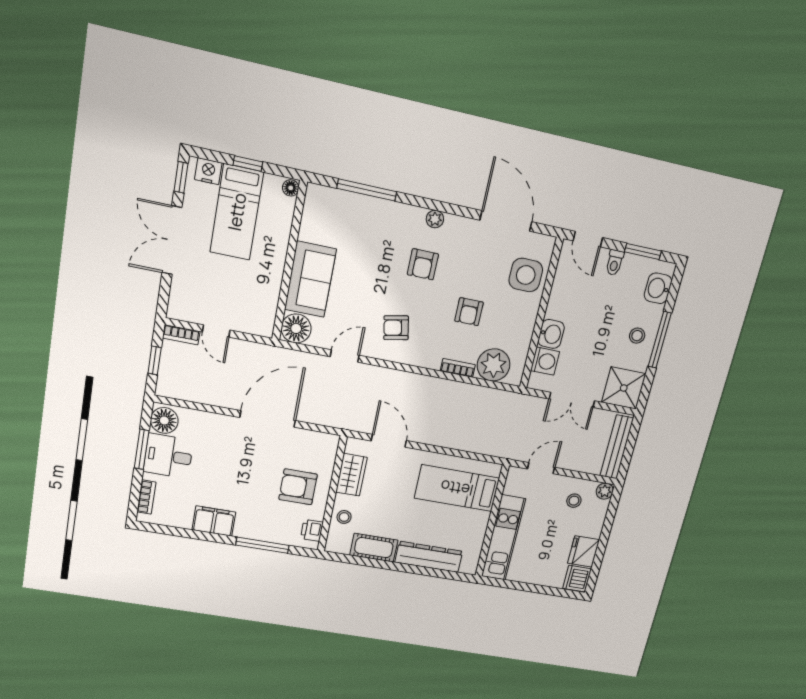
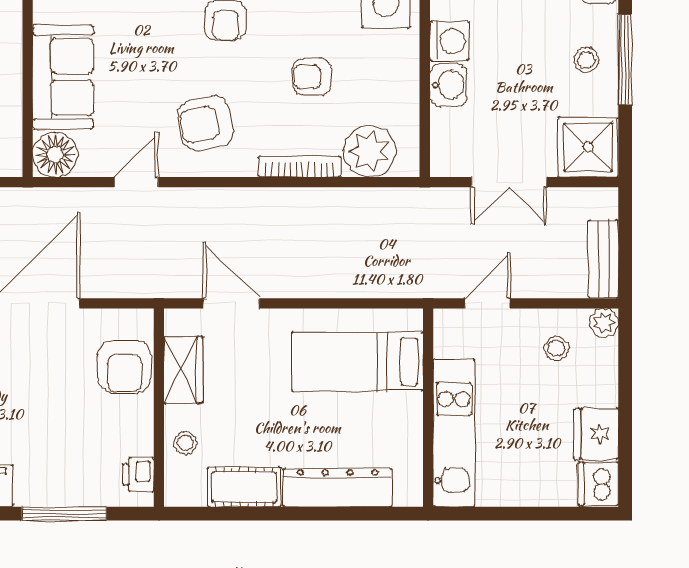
armchair: (469, 312) -> (312, 77), turned 90
armchair: (396, 328) -> (206, 123), width x1.38, depth x1.38
washing machine: (545, 361) -> (449, 41), moved
bookcase: (458, 368) -> (300, 167), width x1.56
bench: (617, 447) -> (603, 259), width x0.73
armchair: (298, 487) -> (124, 367), moved, turned -90

